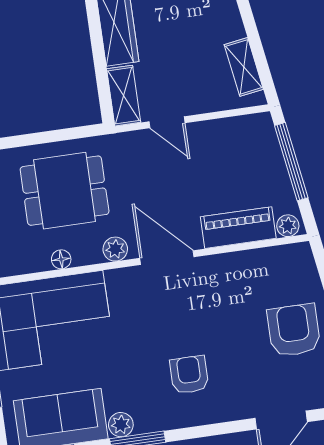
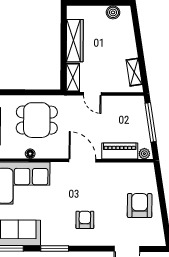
plant: (115, 249) -> (58, 153), removed
plant: (121, 425) -> (48, 239), removed

